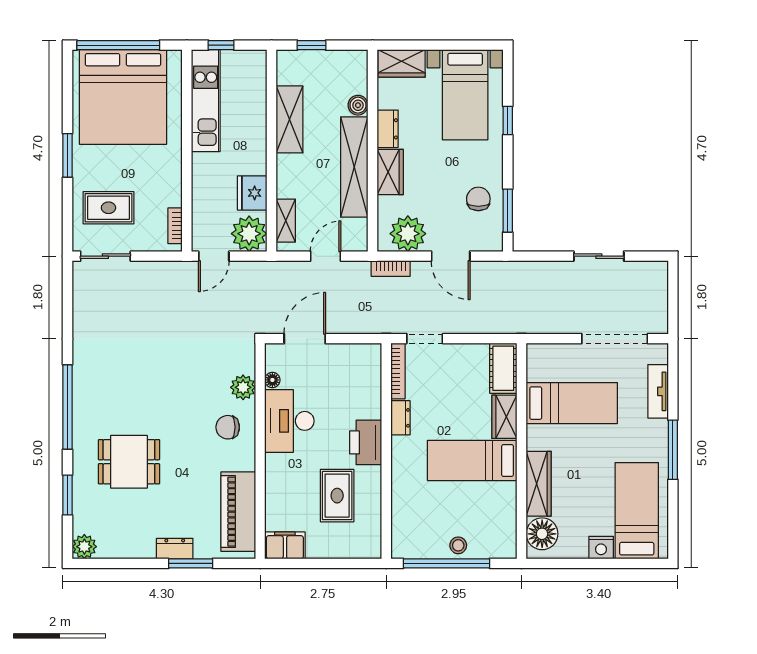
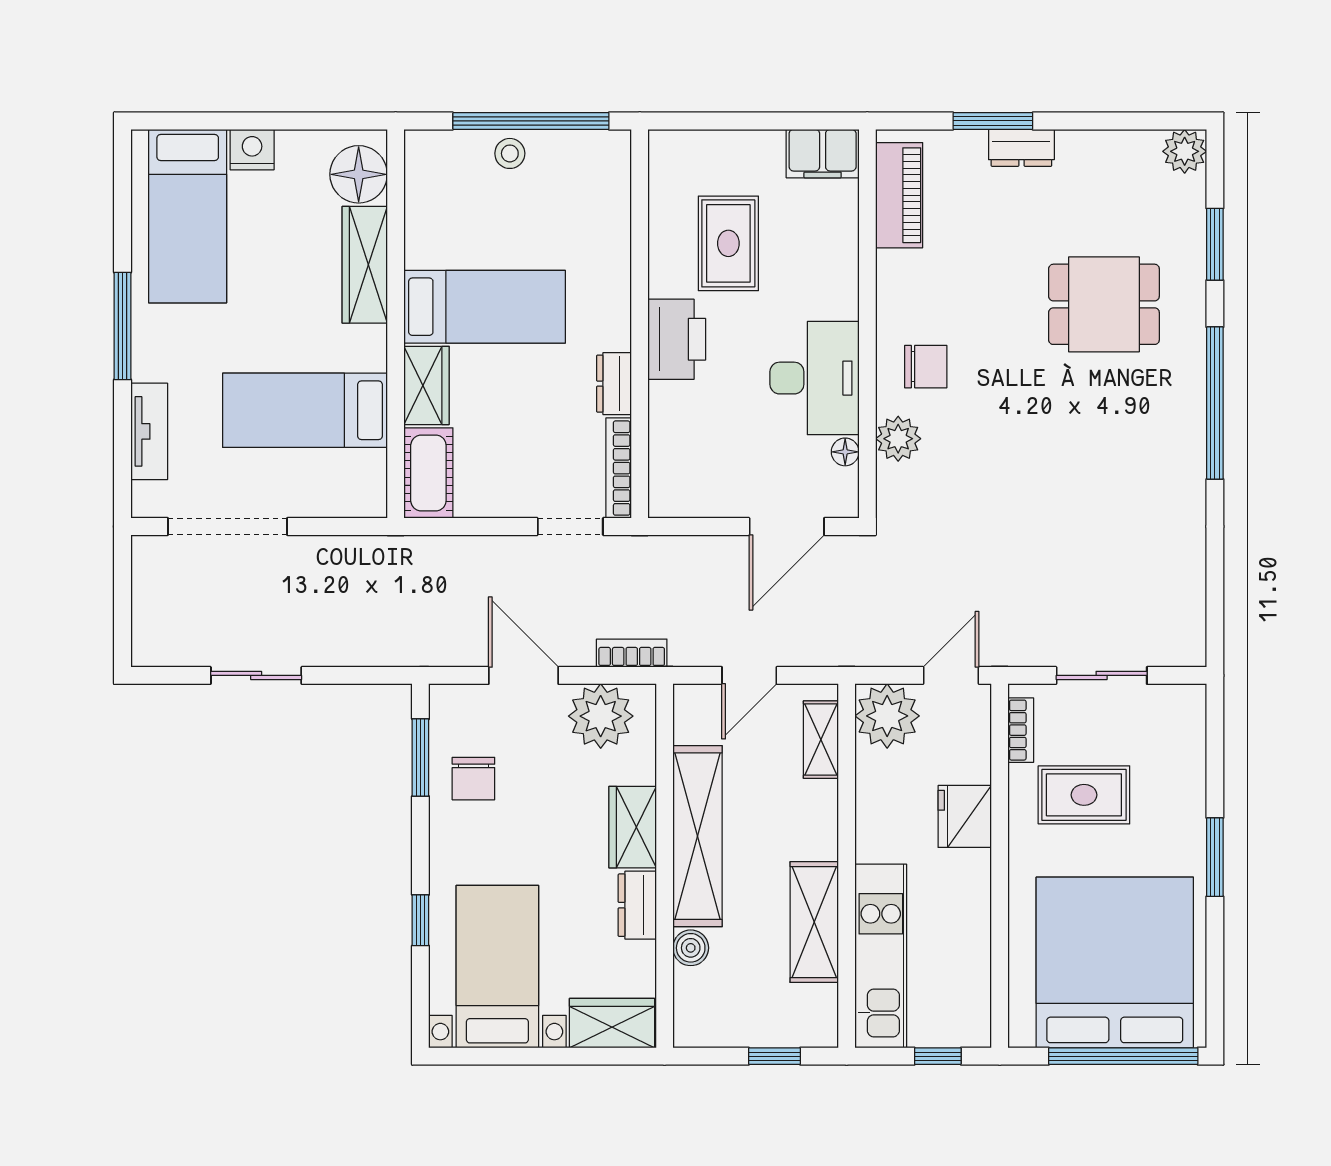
kitchen unit: (206, 101) -> (881, 956), moved, turned 180
fridge: (252, 193) -> (965, 816), moved, turned 180
rug: (108, 208) -> (1084, 795), moved
sliding door: (105, 256) -> (1102, 675), moved
piano: (238, 512) -> (899, 195), width x0.73, depth x0.75

